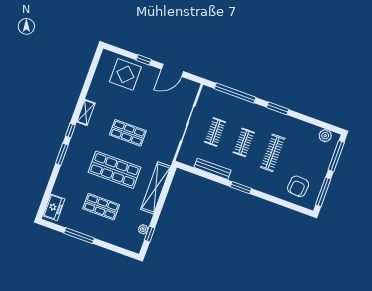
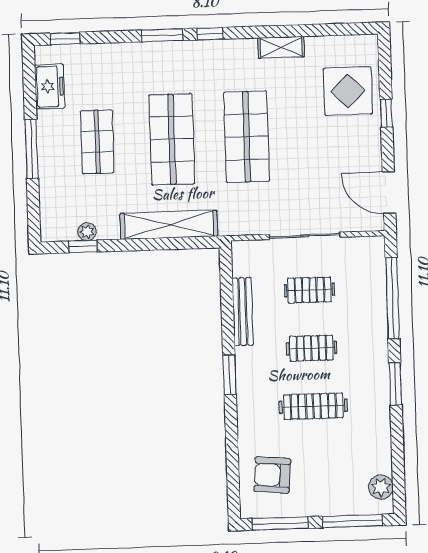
door: (172, 70) -> (389, 193), moved
shelving: (86, 113) -> (281, 47), moved
shop shelf: (128, 133) -> (247, 137), width x1.43, depth x1.36
window: (44, 202) -> (65, 39), added
freezer: (54, 207) -> (50, 87), moved, turned -90
window: (79, 236) -> (32, 149), moved

